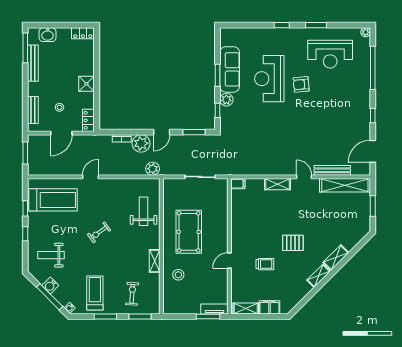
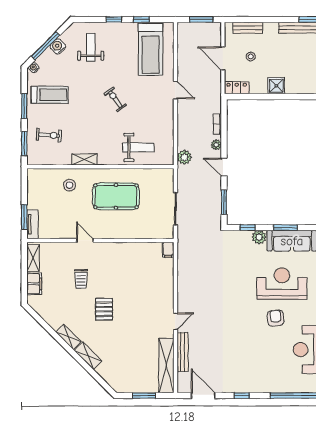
plant: (141, 143) -> (216, 145), width x0.53, depth x0.53
shelving: (277, 184) -> (168, 292), removed

